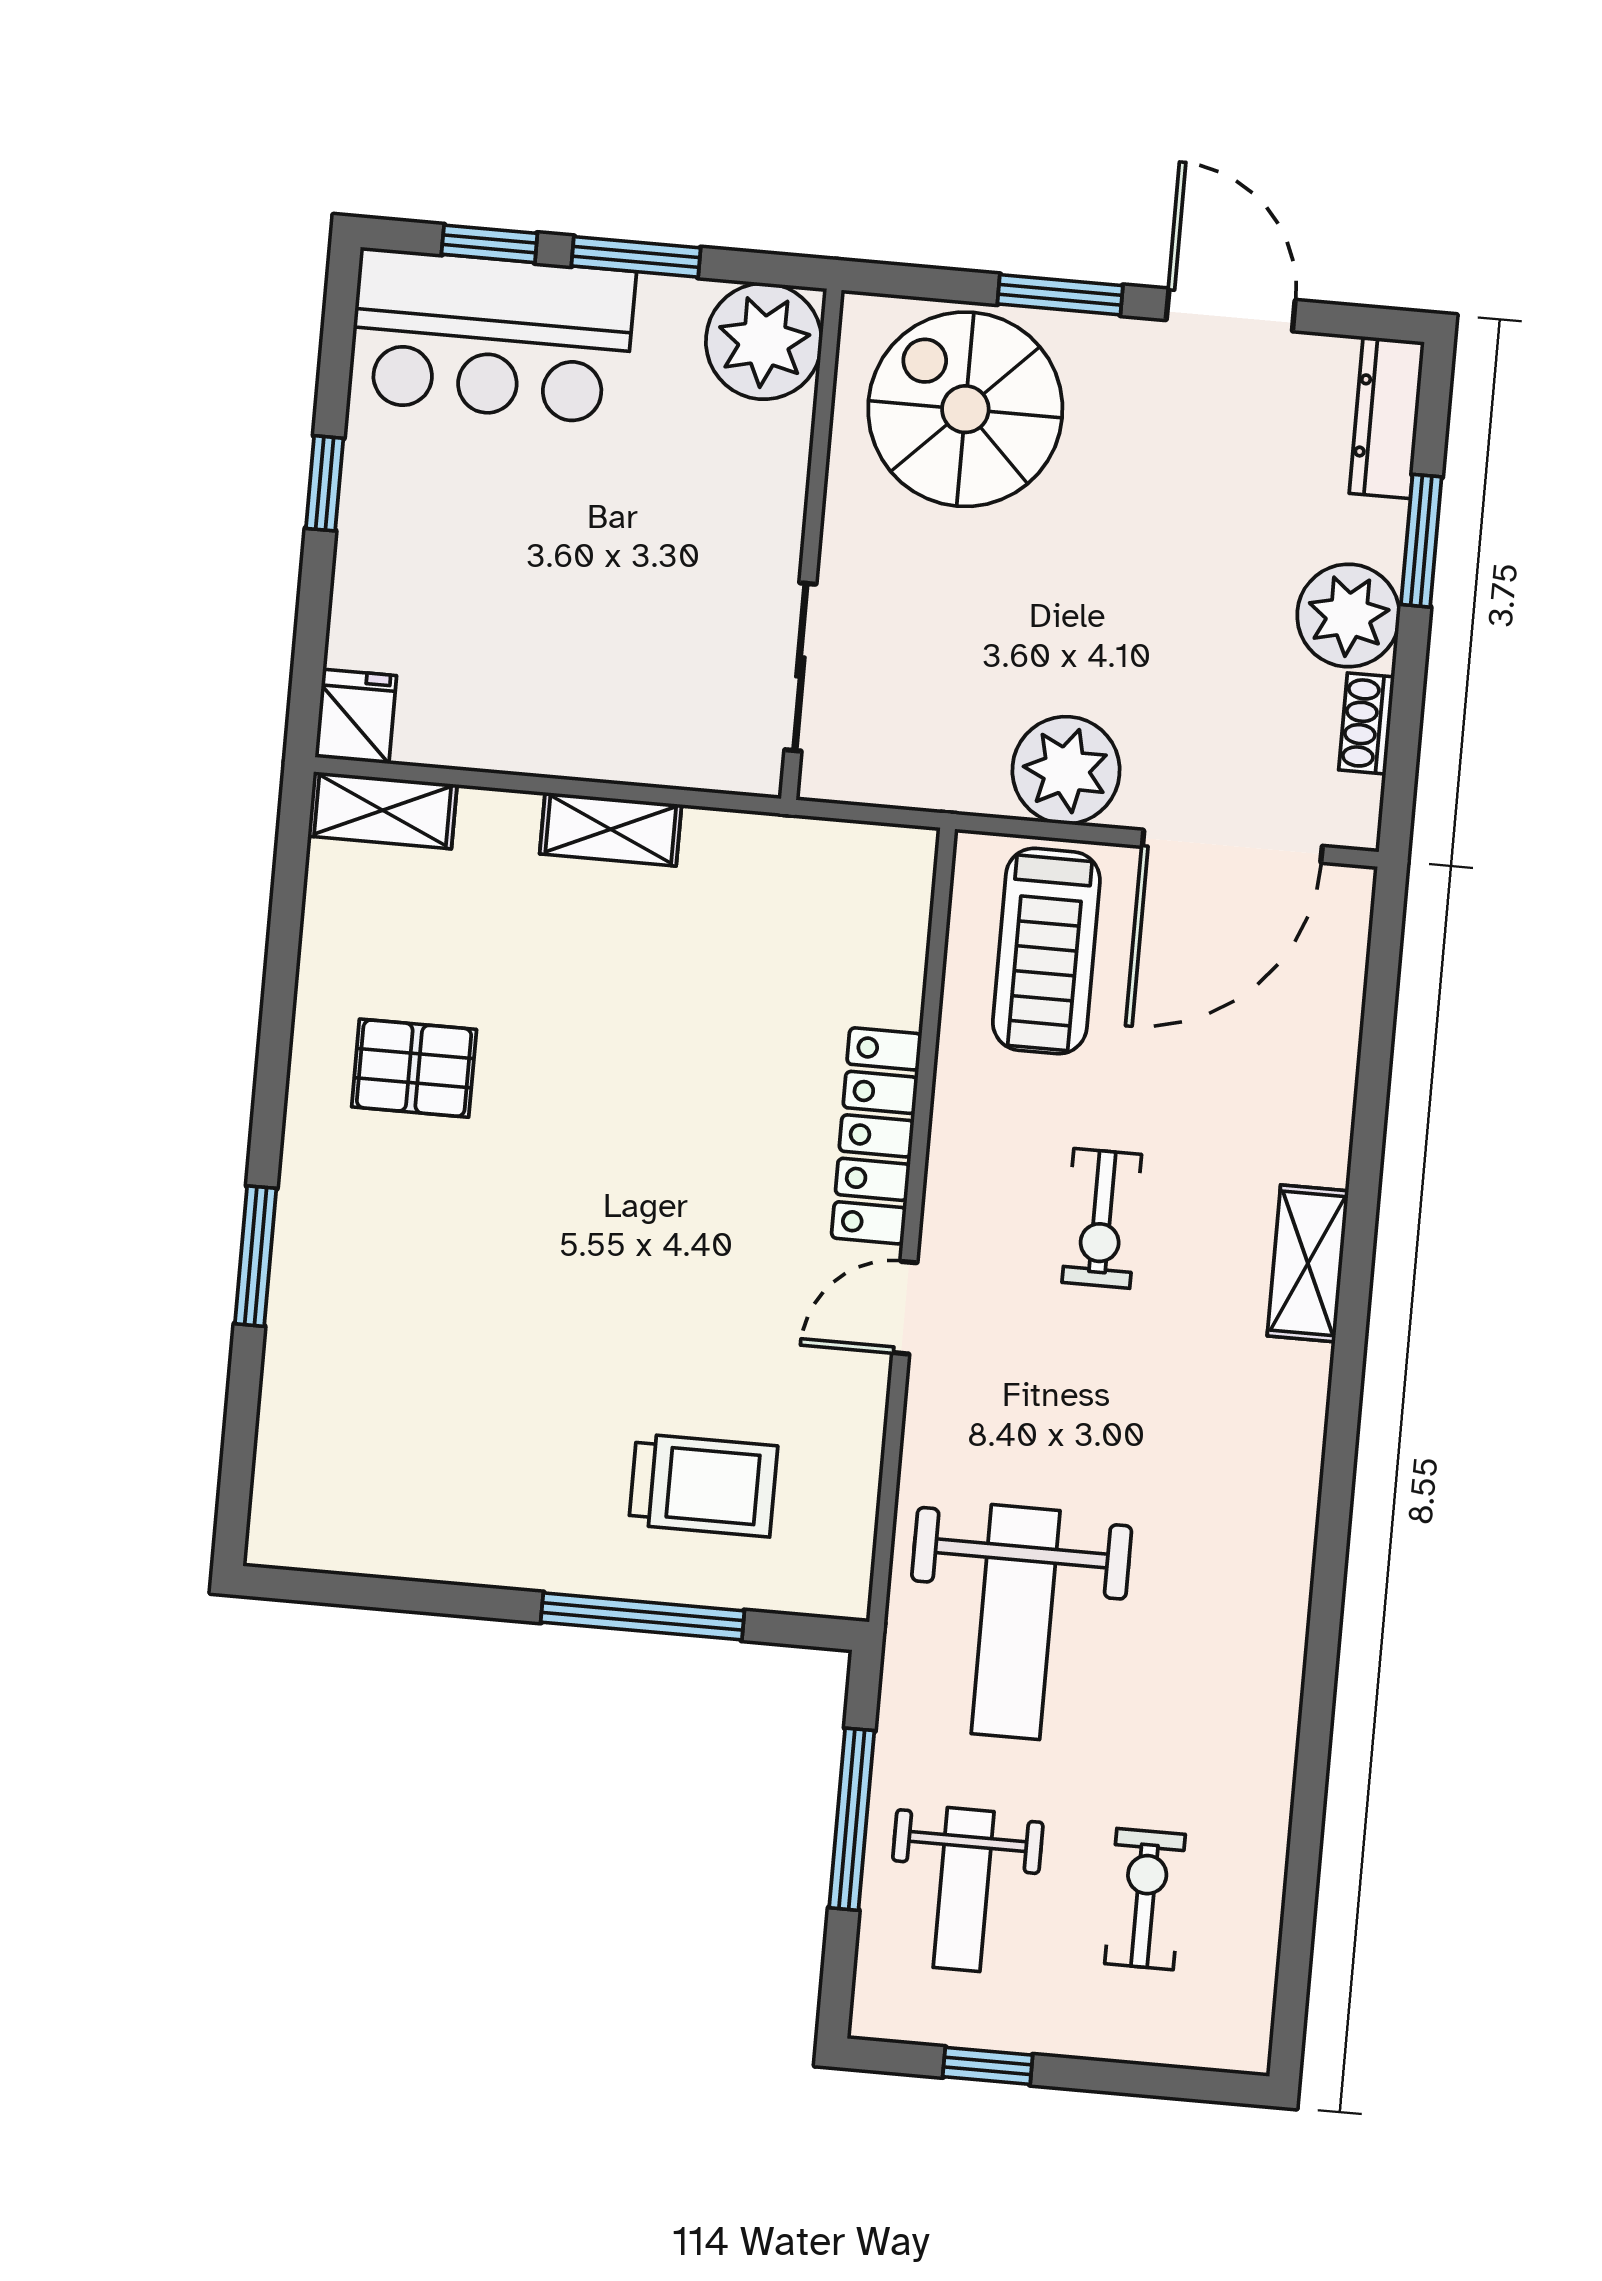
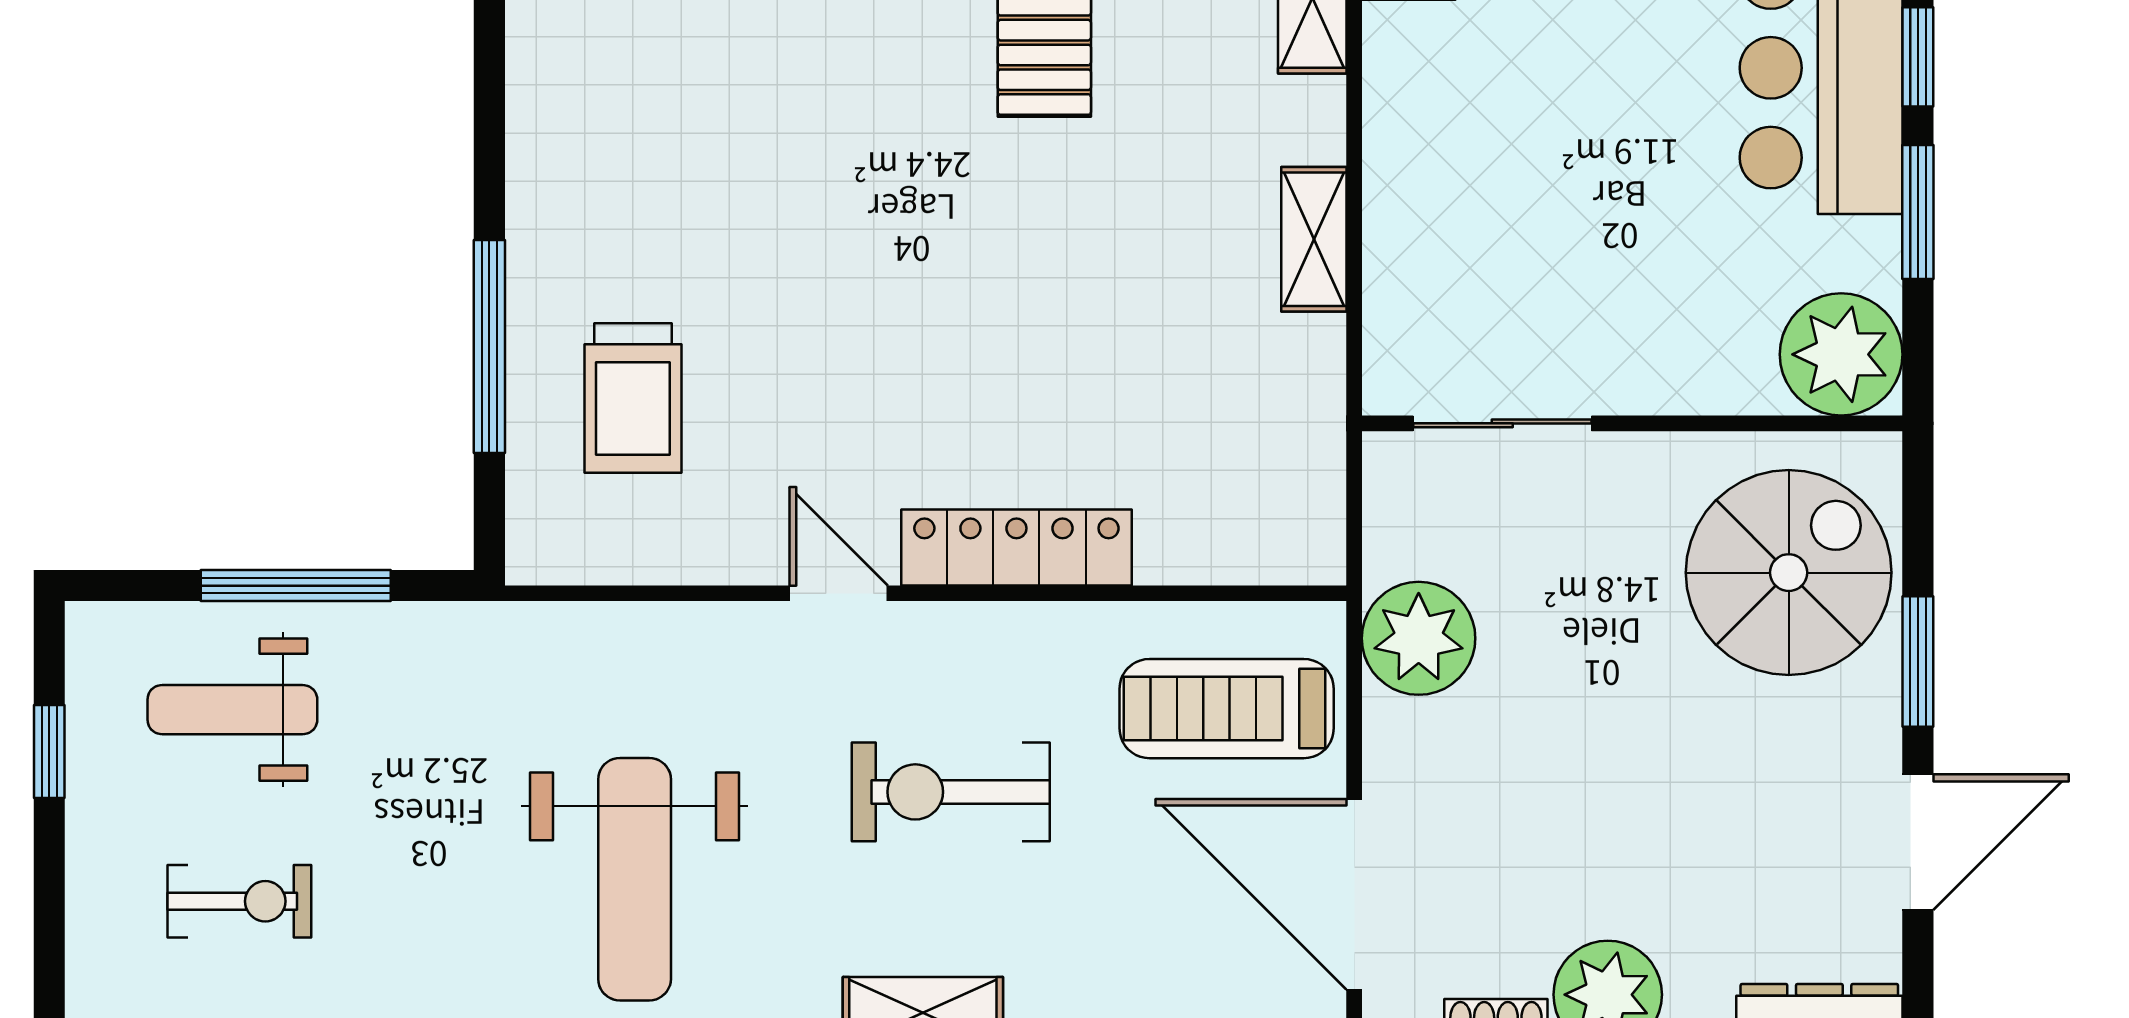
plant: (1066, 770) -> (1419, 638), moved
exercise bike: (1102, 1218) -> (951, 792), width x1.38, depth x1.39
weight bench: (1016, 1622) -> (635, 879), moved, turned -90

